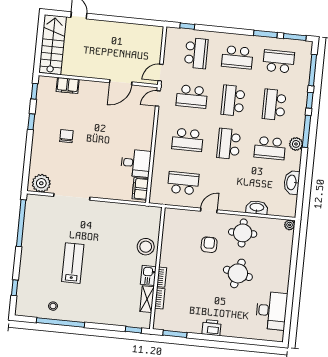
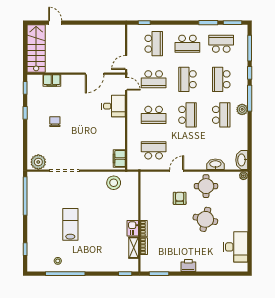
door: (158, 99) -> (126, 84), swing flipped
school desk: (229, 144) -> (187, 115), turned 180
school desk: (270, 148) -> (221, 115), turned -90
desk: (136, 163) -> (113, 106), moved
washbasin: (292, 182) -> (242, 160), moved
stool: (146, 247) -> (114, 183), moved

